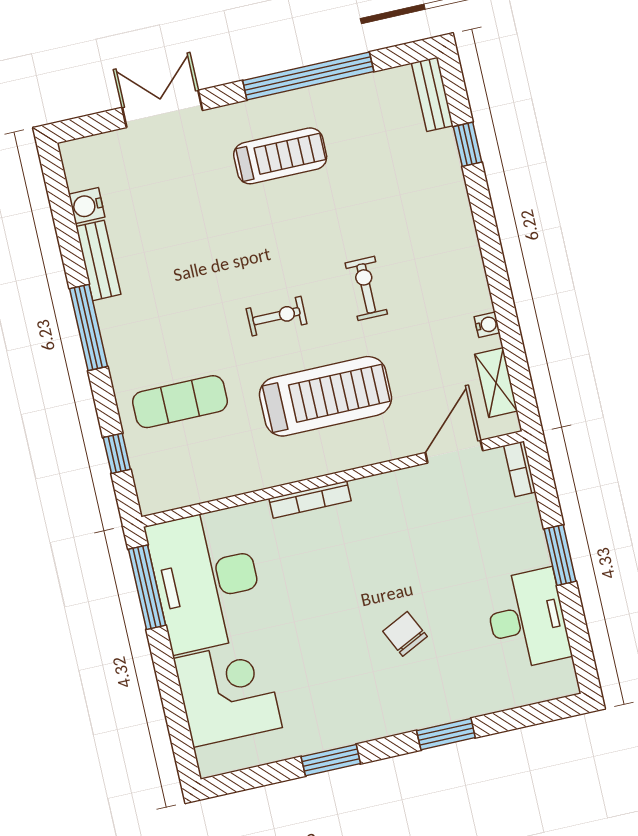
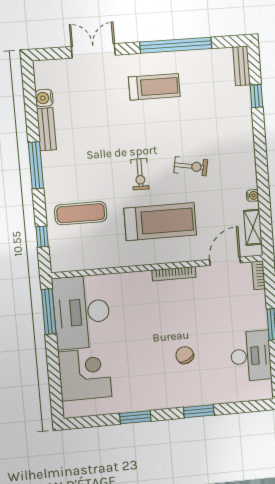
exercise bike: (366, 288) -> (191, 166), turned 100
exercise bike: (277, 316) -> (140, 174), turned 90
bookcase: (310, 500) -> (174, 274), moved

